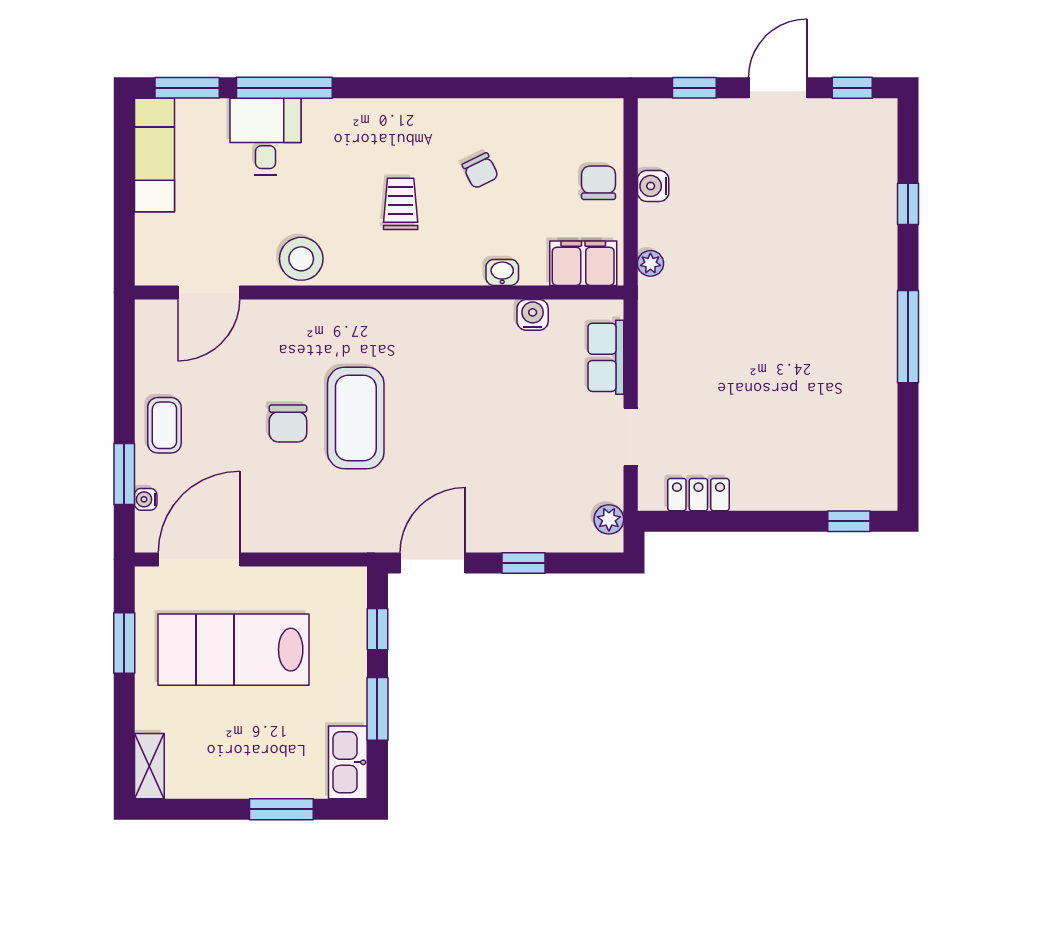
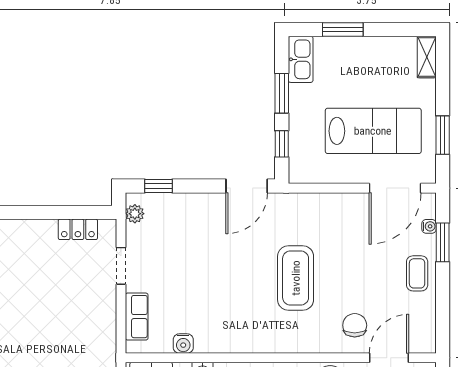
chair: (288, 423) -> (355, 325), moved
window: (524, 563) -> (159, 186), moved

